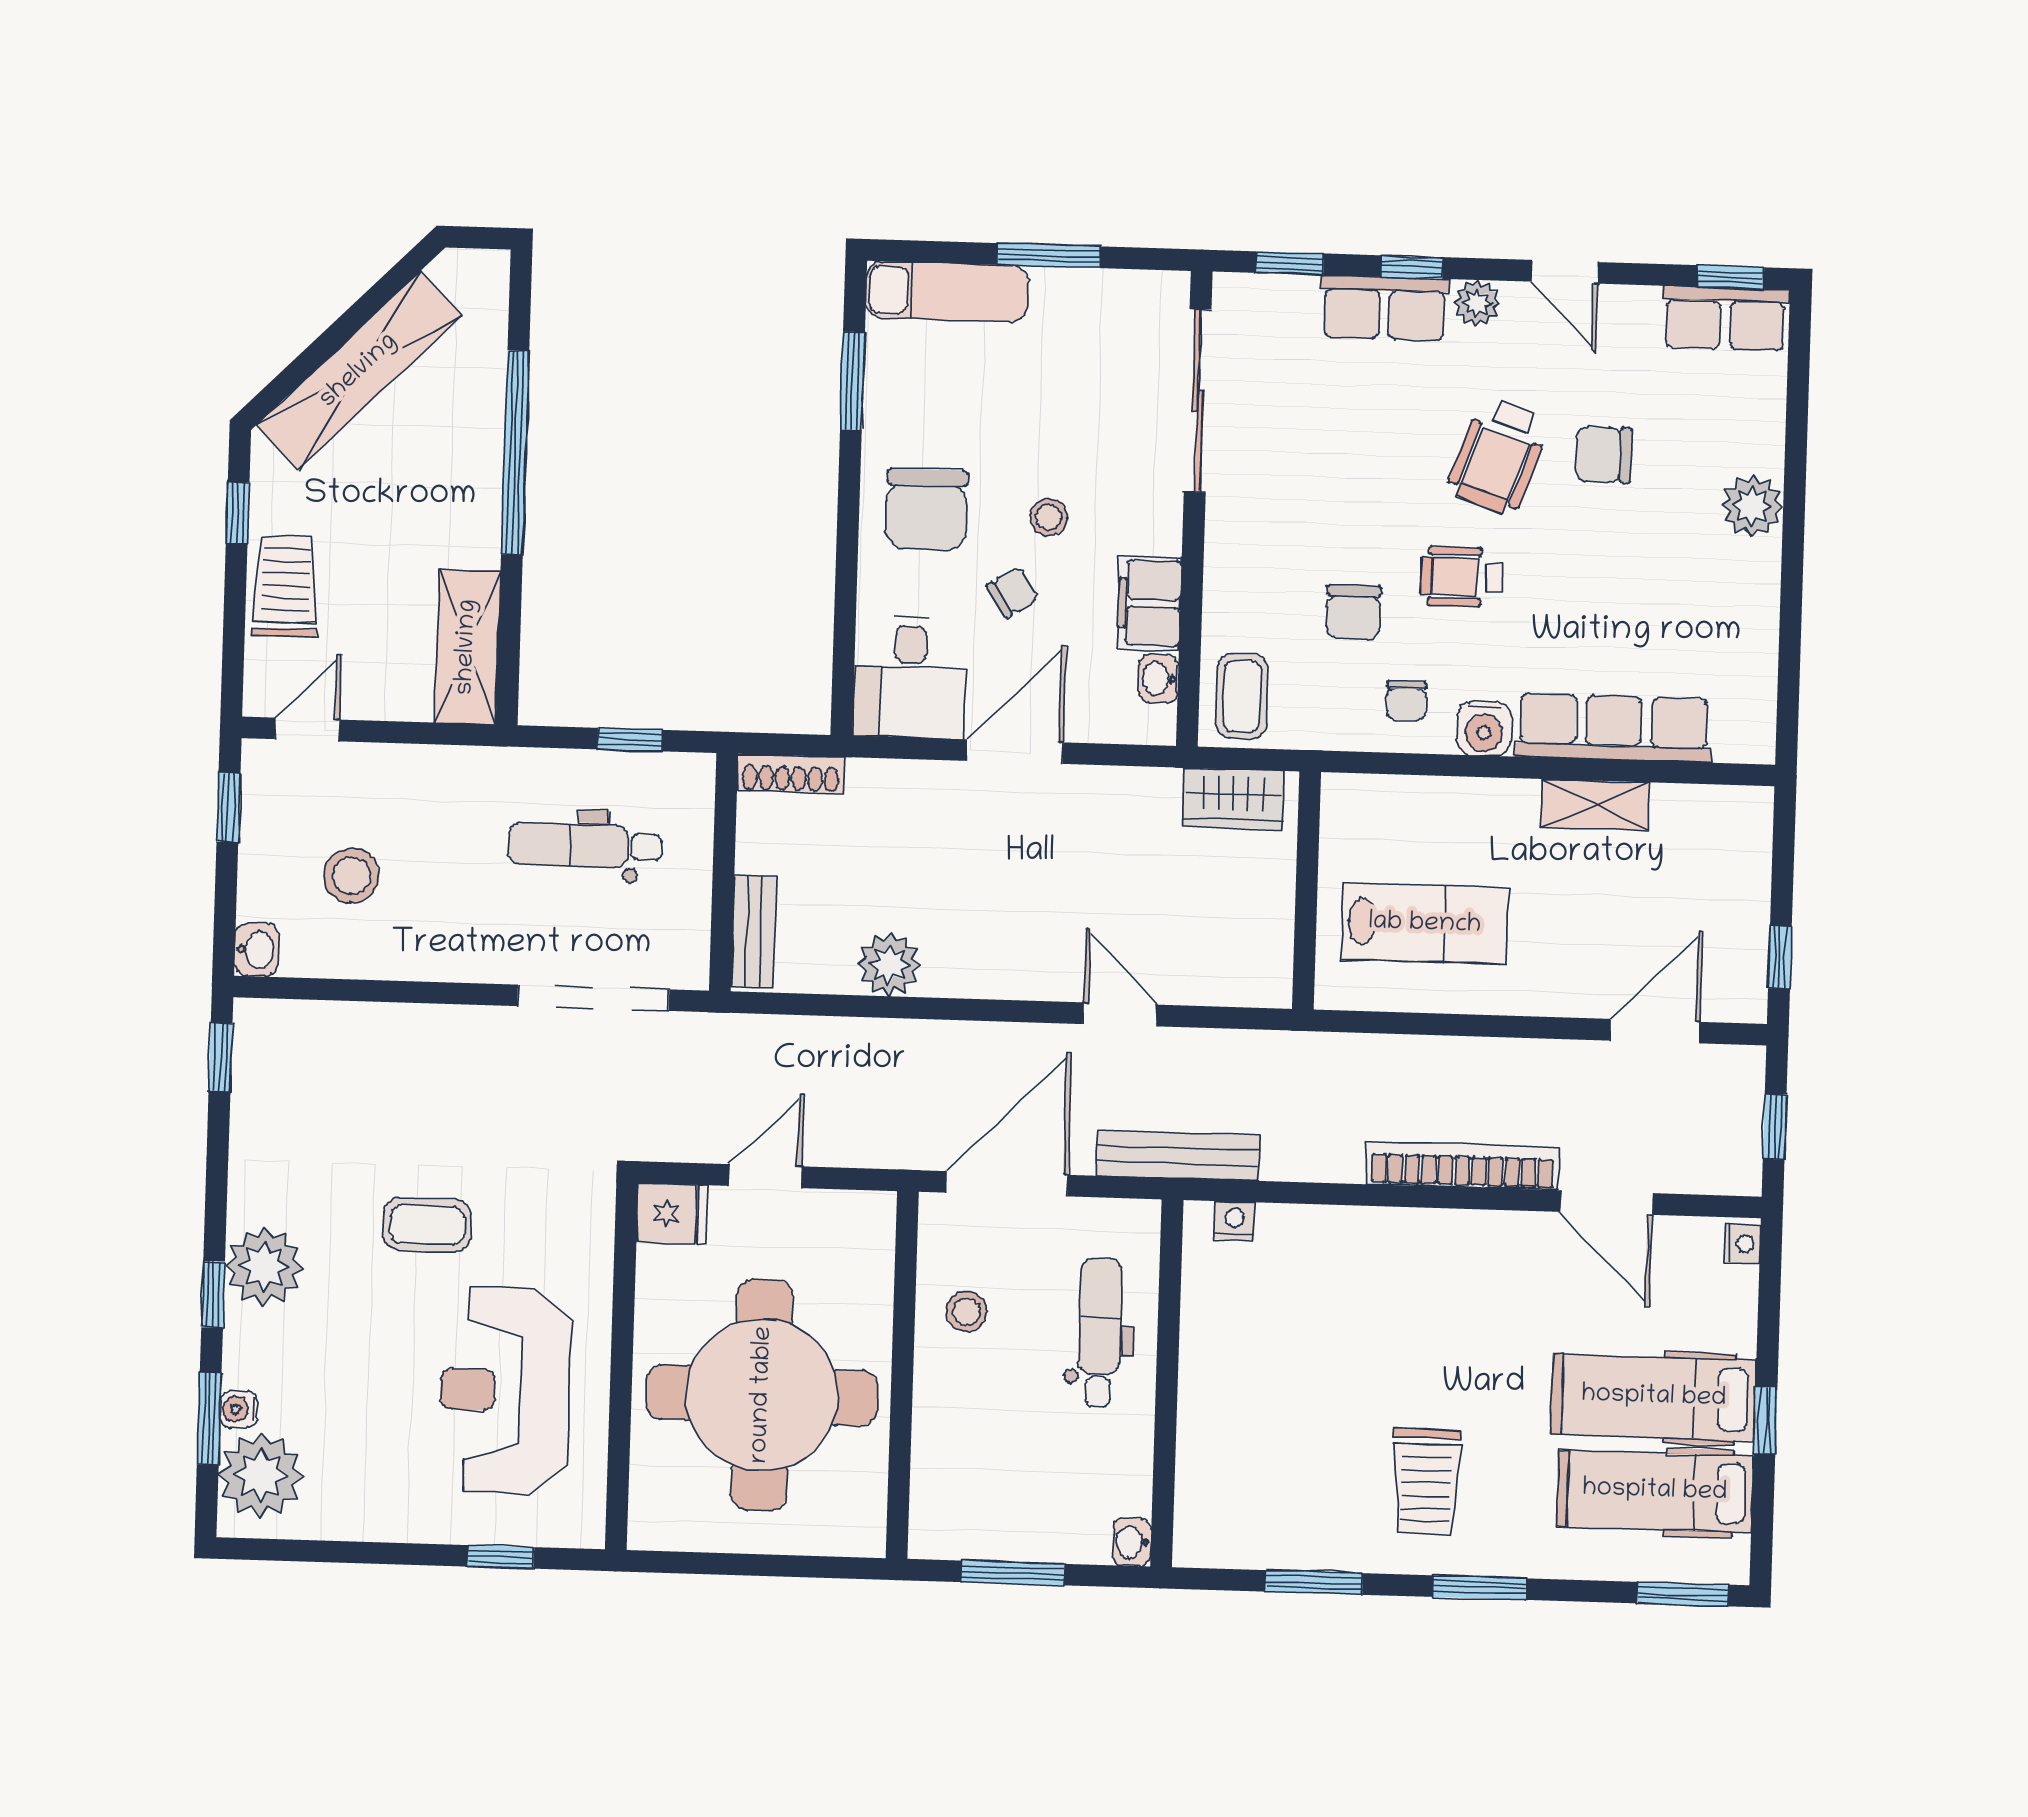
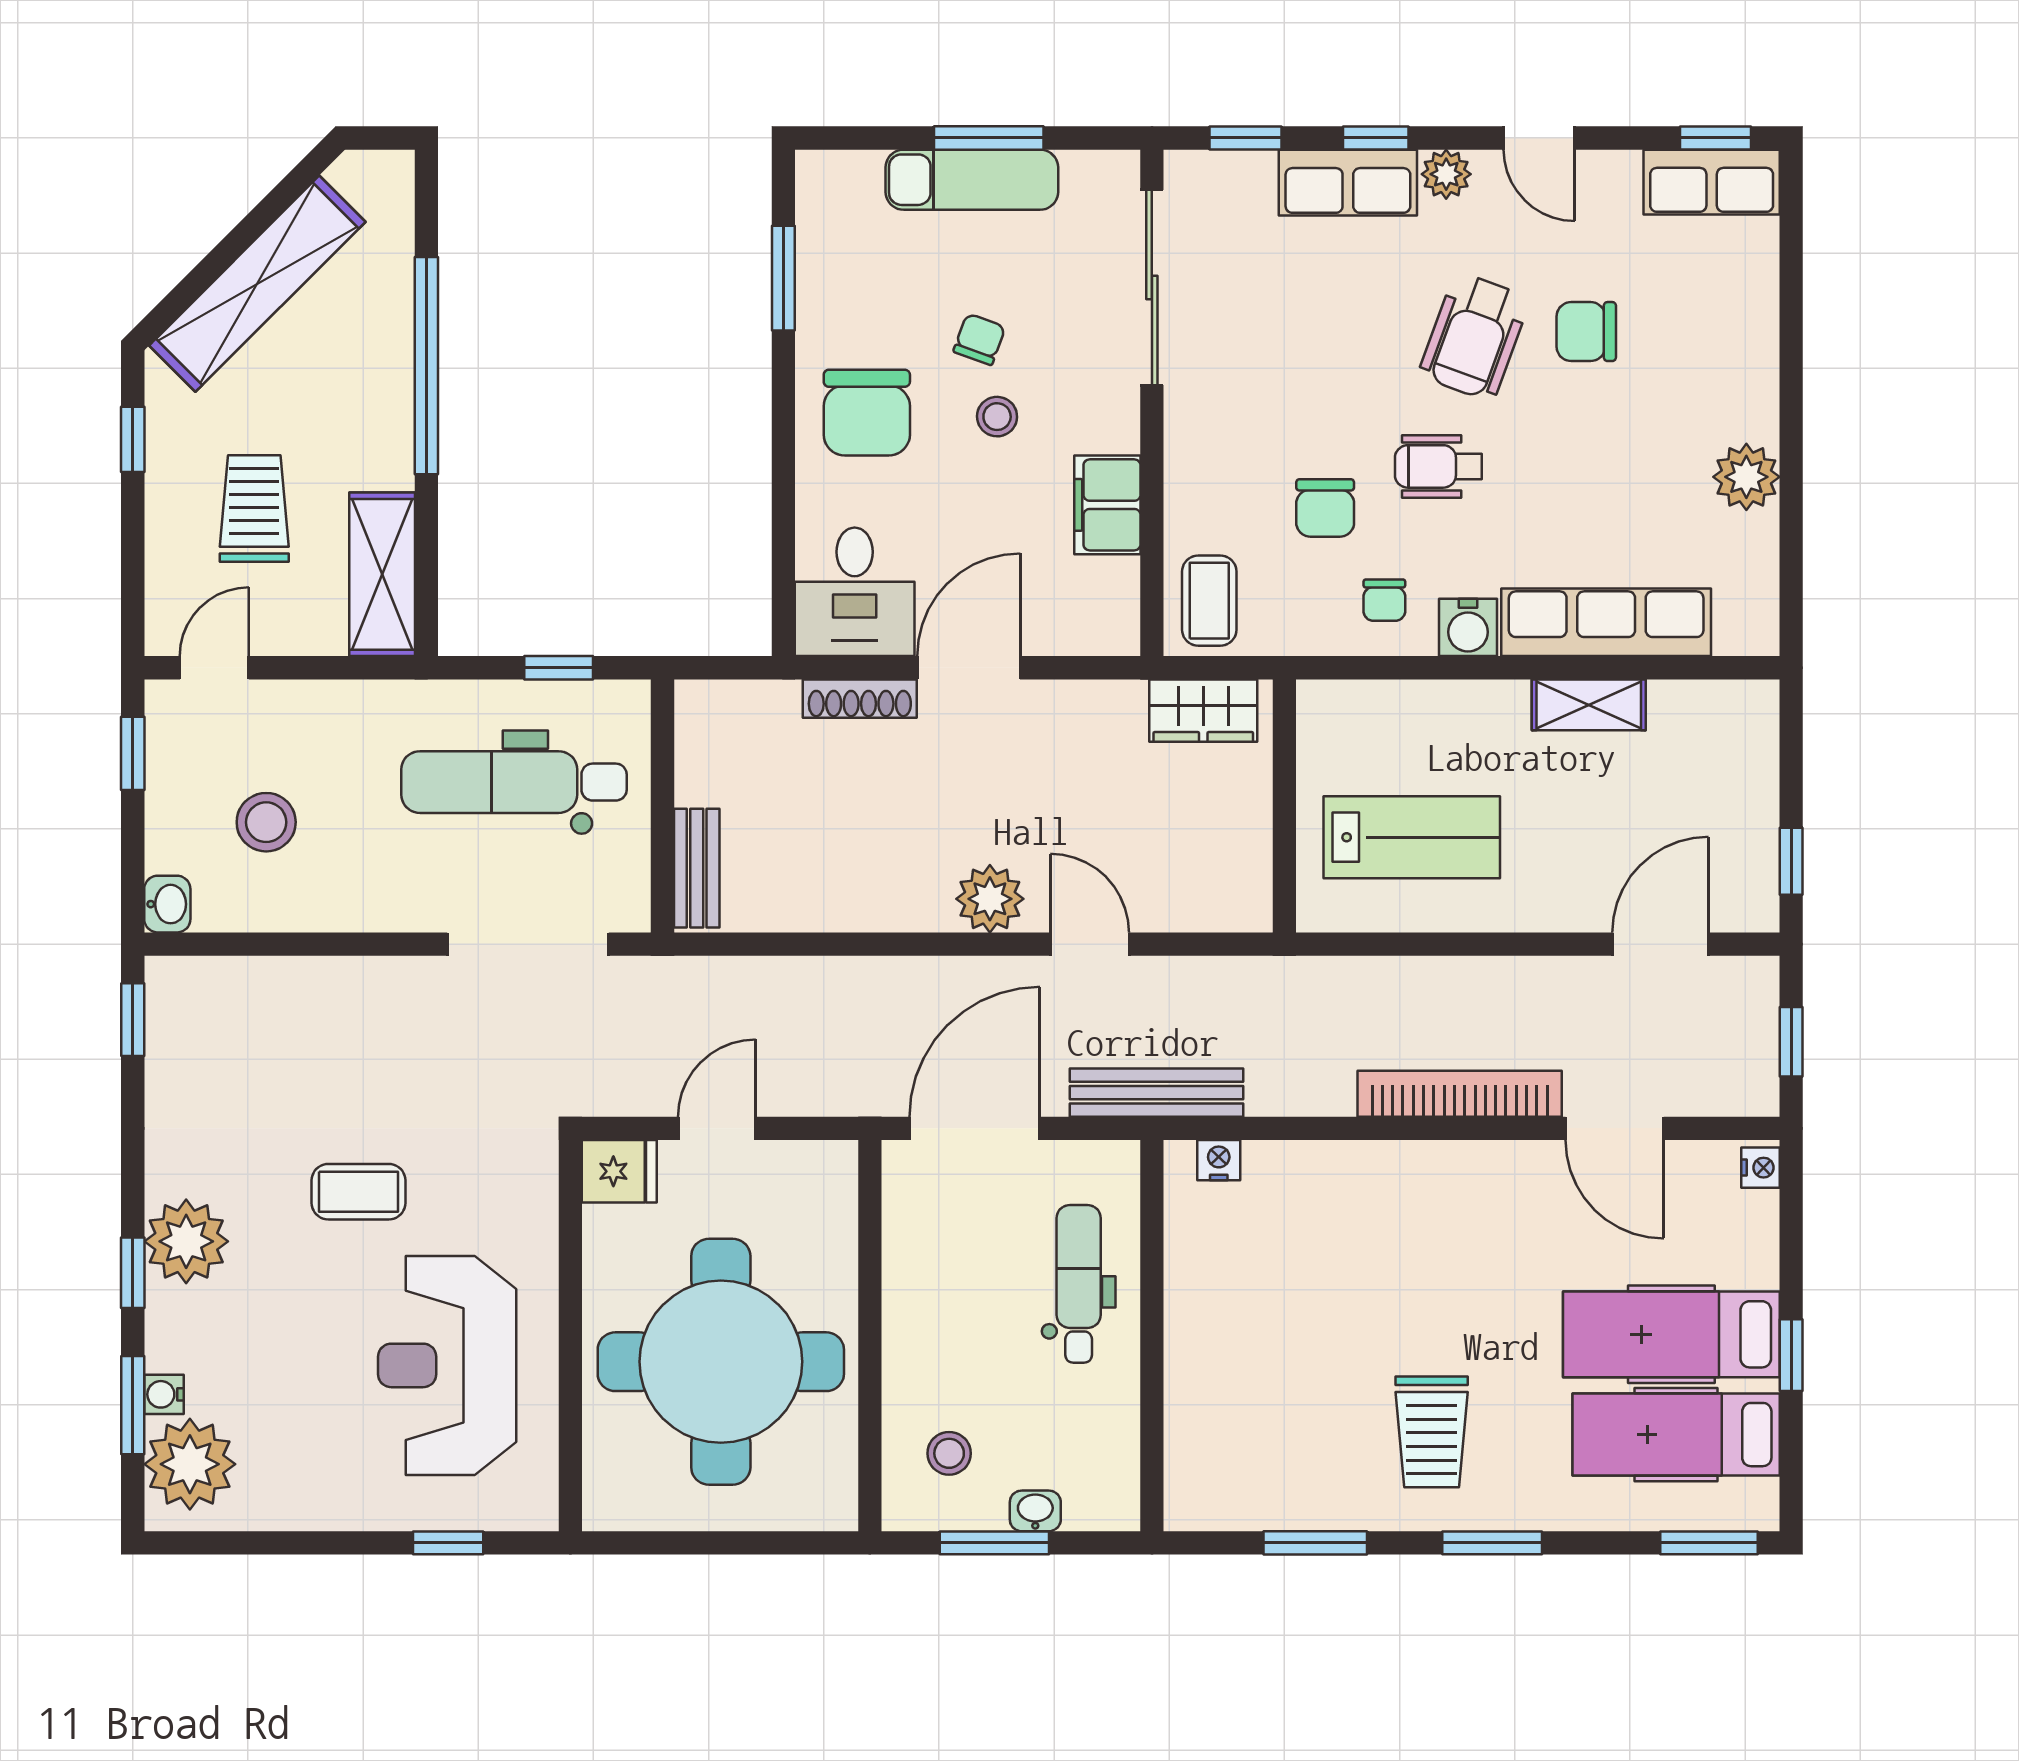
exam couch: (947, 292) -> (972, 180), moved
plant: (1752, 506) -> (1746, 477), moved
trolley: (286, 586) -> (254, 509), moved
chair: (1013, 592) -> (979, 339), moved, turned -37
washbasin: (1158, 679) -> (1119, 585), removed
shoe rack: (791, 774) -> (860, 699), moved
dental chair: (585, 845) -> (514, 782), width x1.36, depth x1.38
plant: (889, 965) -> (990, 899), moved
stool: (967, 1312) -> (949, 1453), moved
washbasin: (1132, 1542) -> (1035, 1511), moved, turned 90

